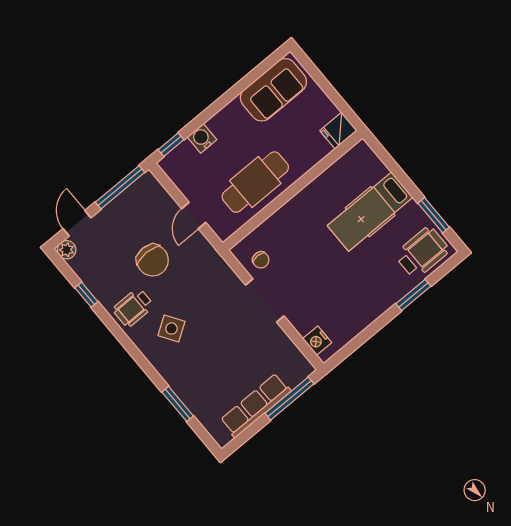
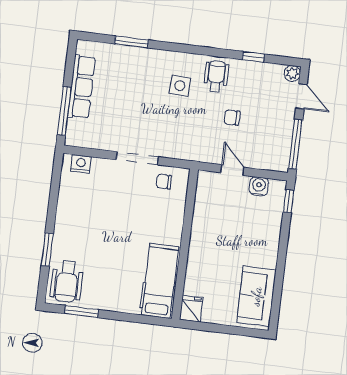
water cooler: (202, 138) -> (259, 186), moved, turned -90
cafe table: (255, 182) -> (213, 227), removed
hospital bed: (370, 212) -> (160, 281), moved
chair: (153, 260) -> (232, 118), width x0.54, depth x0.54
side table: (171, 329) -> (180, 86), turned 36

